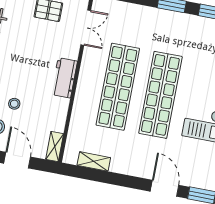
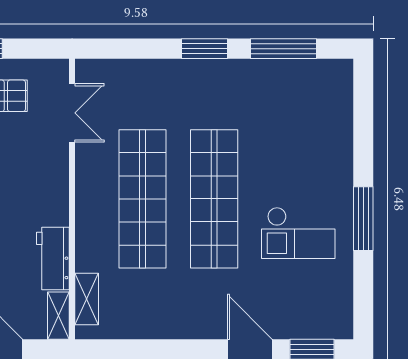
workbench: (64, 78) -> (53, 259), moved
shelving: (94, 161) -> (87, 299), moved, turned 90

